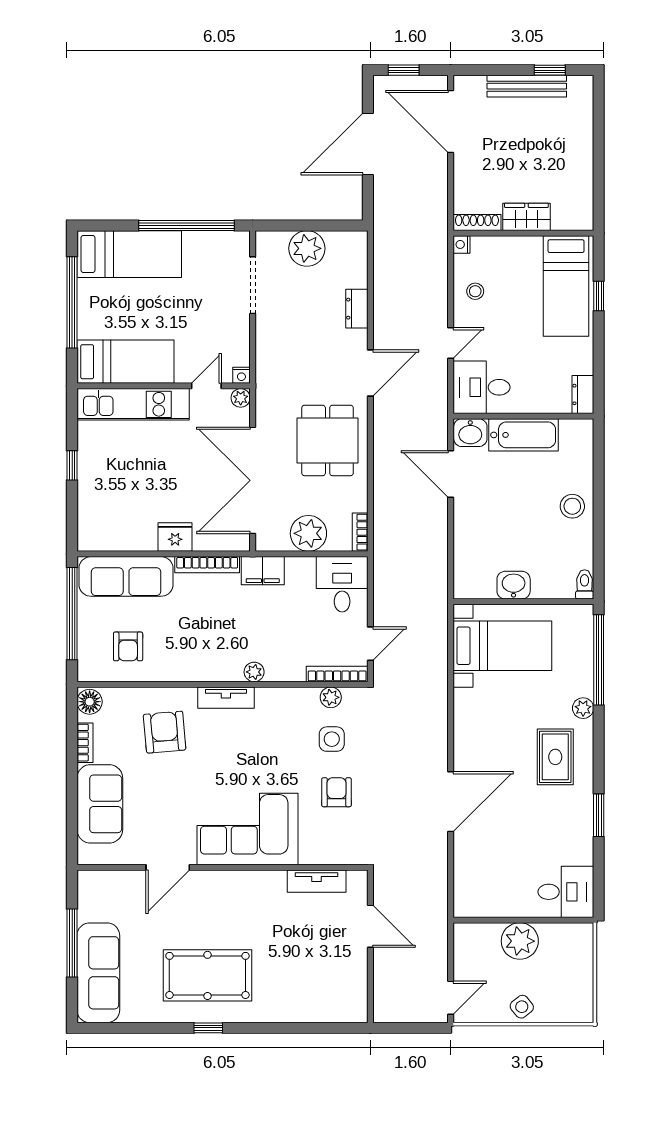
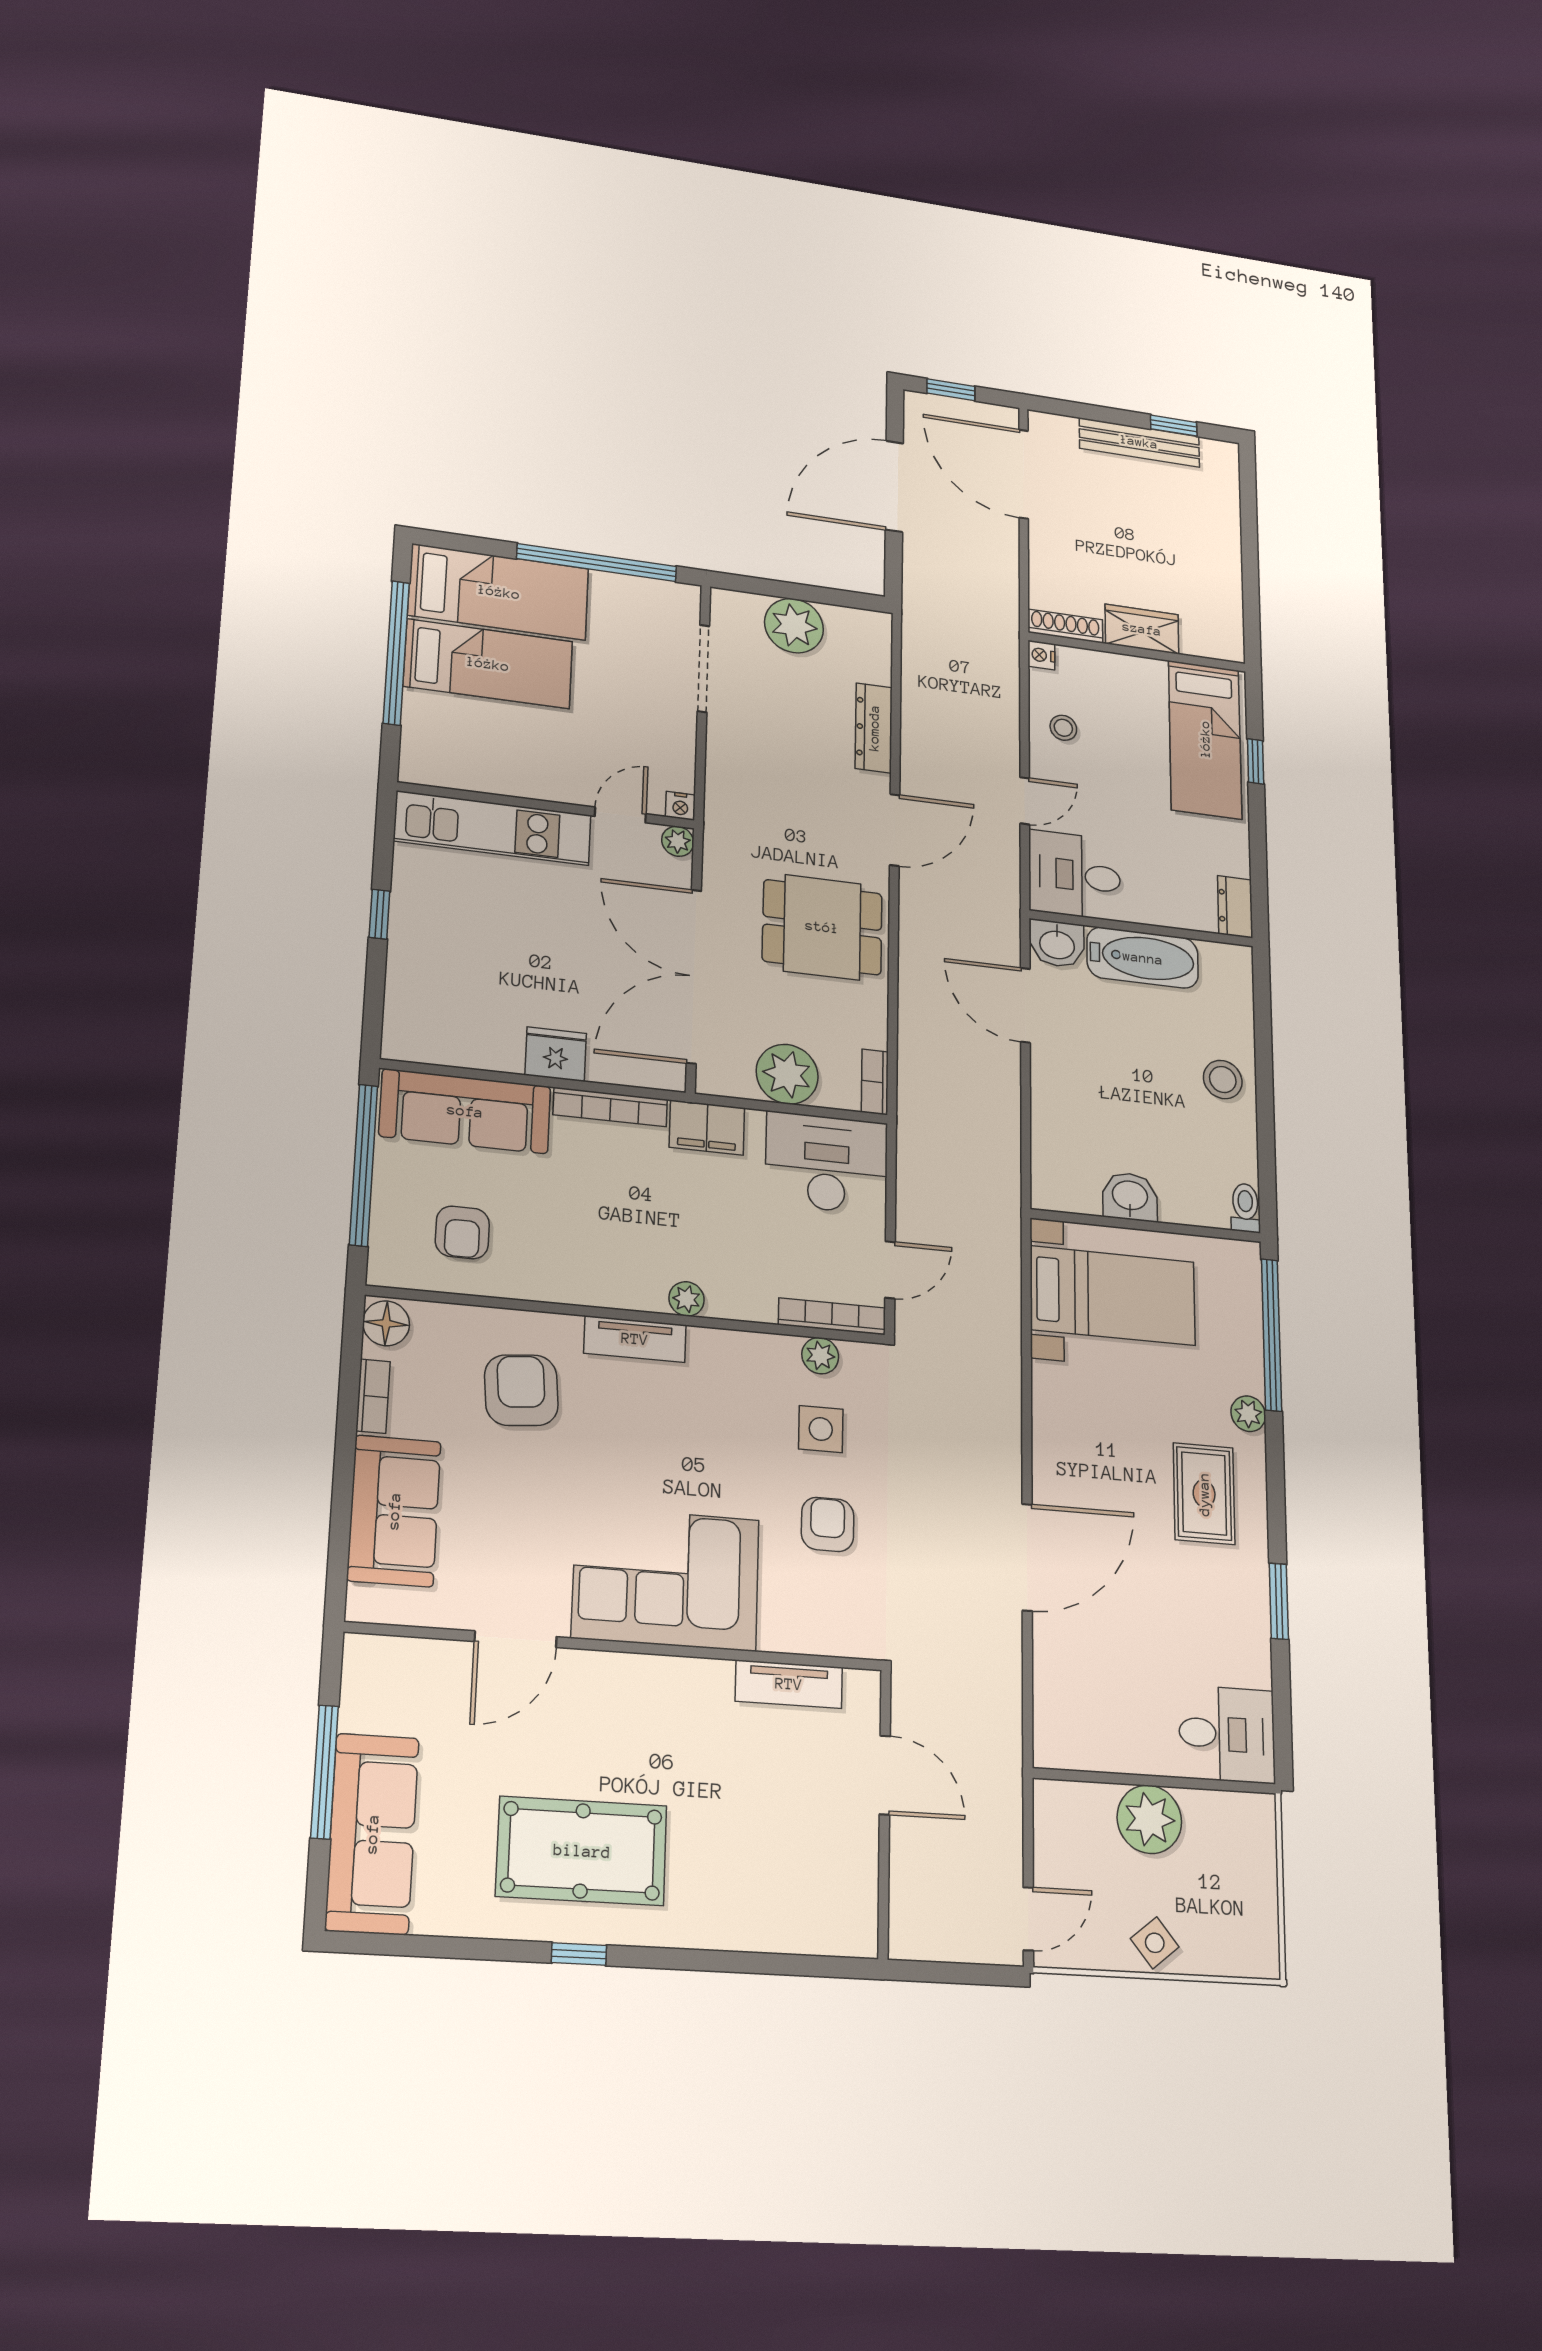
dresser: (357, 309) -> (874, 728), width x1.44
bed: (125, 362) -> (488, 664), moved
dining table: (328, 440) -> (822, 927), turned 90
desk: (342, 584) -> (827, 1163), width x1.37

